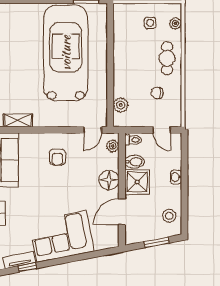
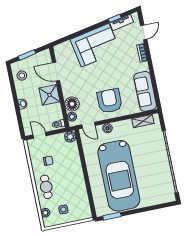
plant: (121, 105) -> (70, 137), moved
boiler: (68, 121) -> (107, 128), added
door: (93, 130) -> (88, 125), swing flipped
armchair: (57, 157) -> (110, 101), width x1.88, depth x1.88
bidet: (134, 162) -> (54, 109), removed
floor lamp: (109, 180) -> (72, 104), moved
door: (122, 212) -> (56, 72), swing flipped

